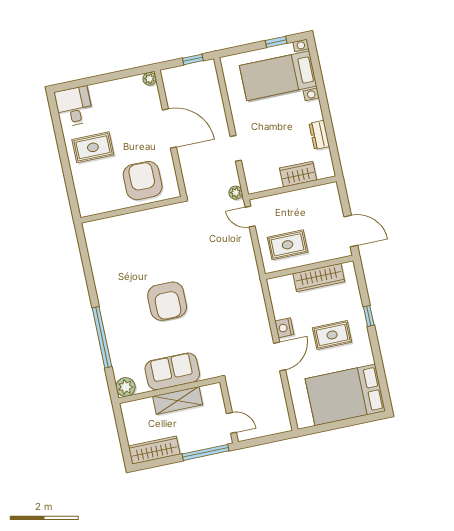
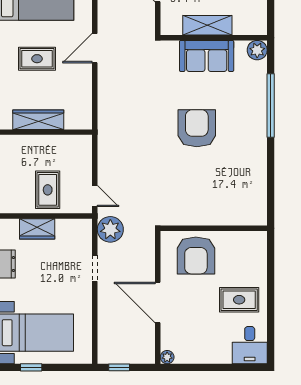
plant: (236, 193) -> (110, 229), width x1.87, depth x1.87
rug: (288, 245) -> (48, 190), moved, turned 90
nightstand: (284, 328) -> (84, 76), removed

